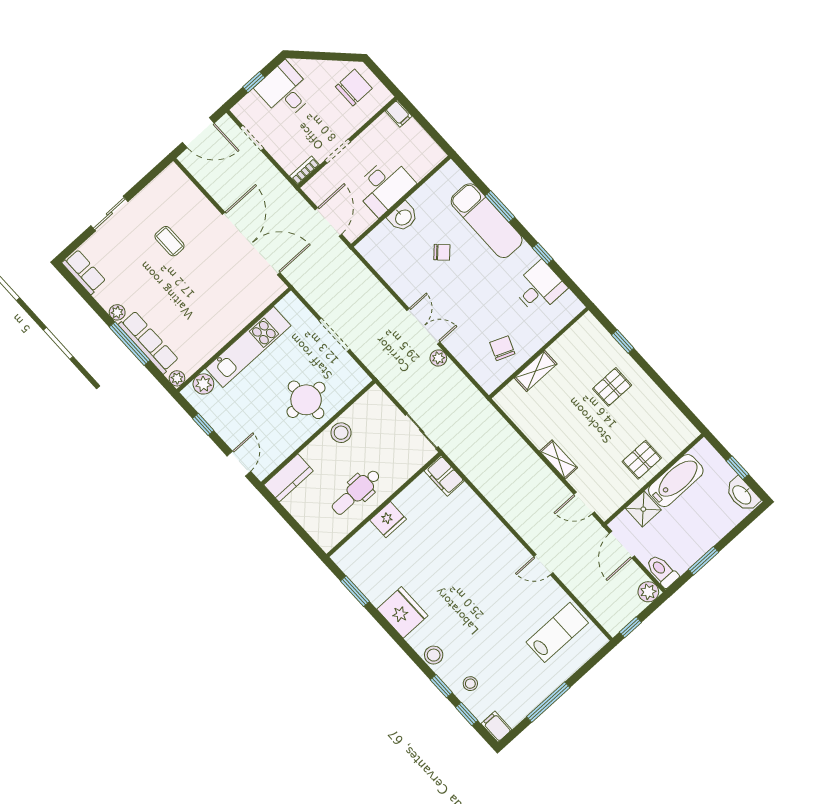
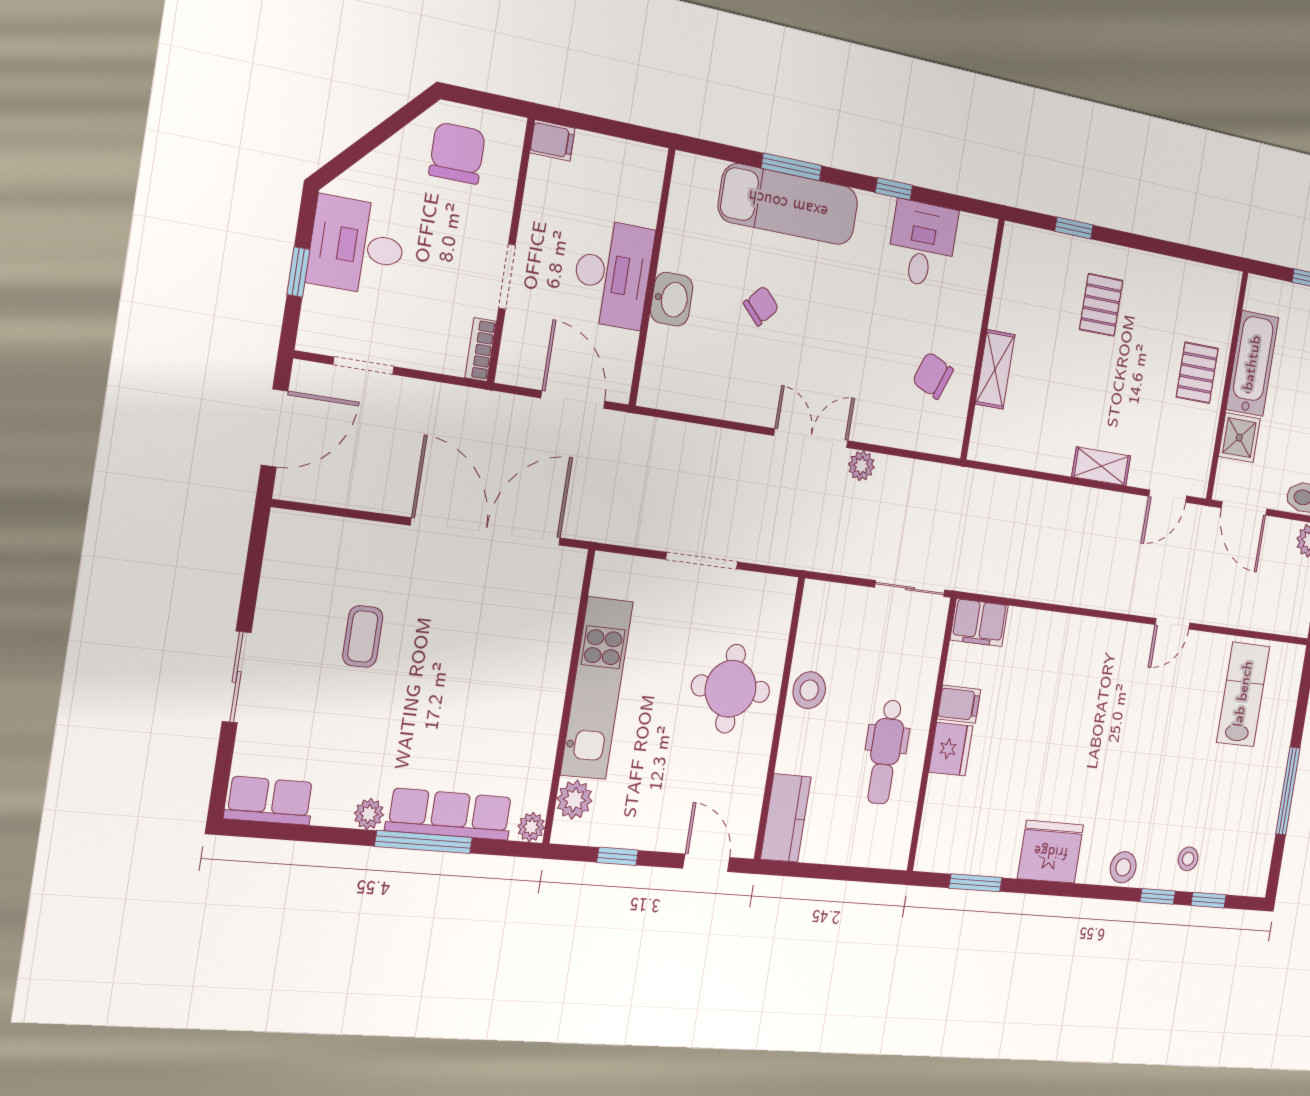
coffee table: (169, 241) -> (363, 636), turned 90
filing cabinet: (496, 727) -> (959, 704), moved, turned 180

